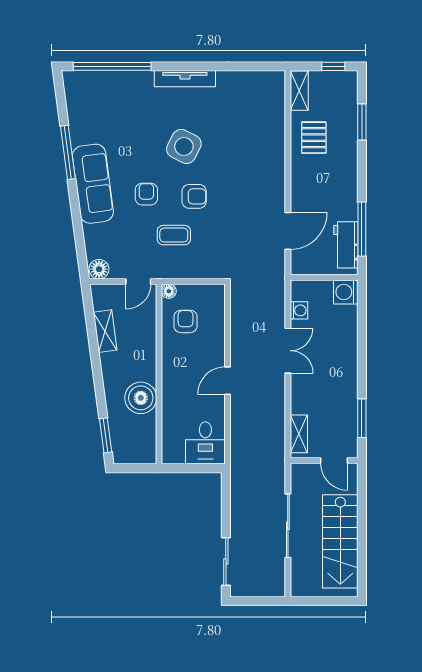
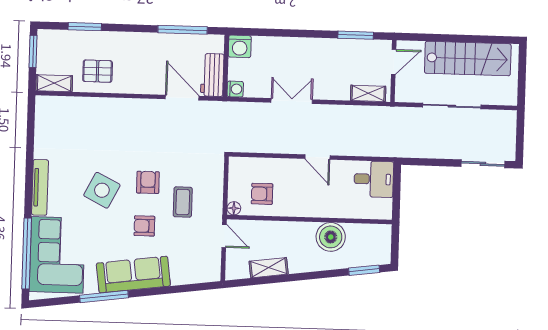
window: (333, 66) -> (33, 51), width x1.50
corner sofa: (112, 100) -> (57, 255), added
workbench: (346, 245) -> (212, 75), moved, turned 90
floor lamp: (99, 269) -> (212, 271), removed
washing machine: (299, 310) -> (235, 89), moved, turned 90

